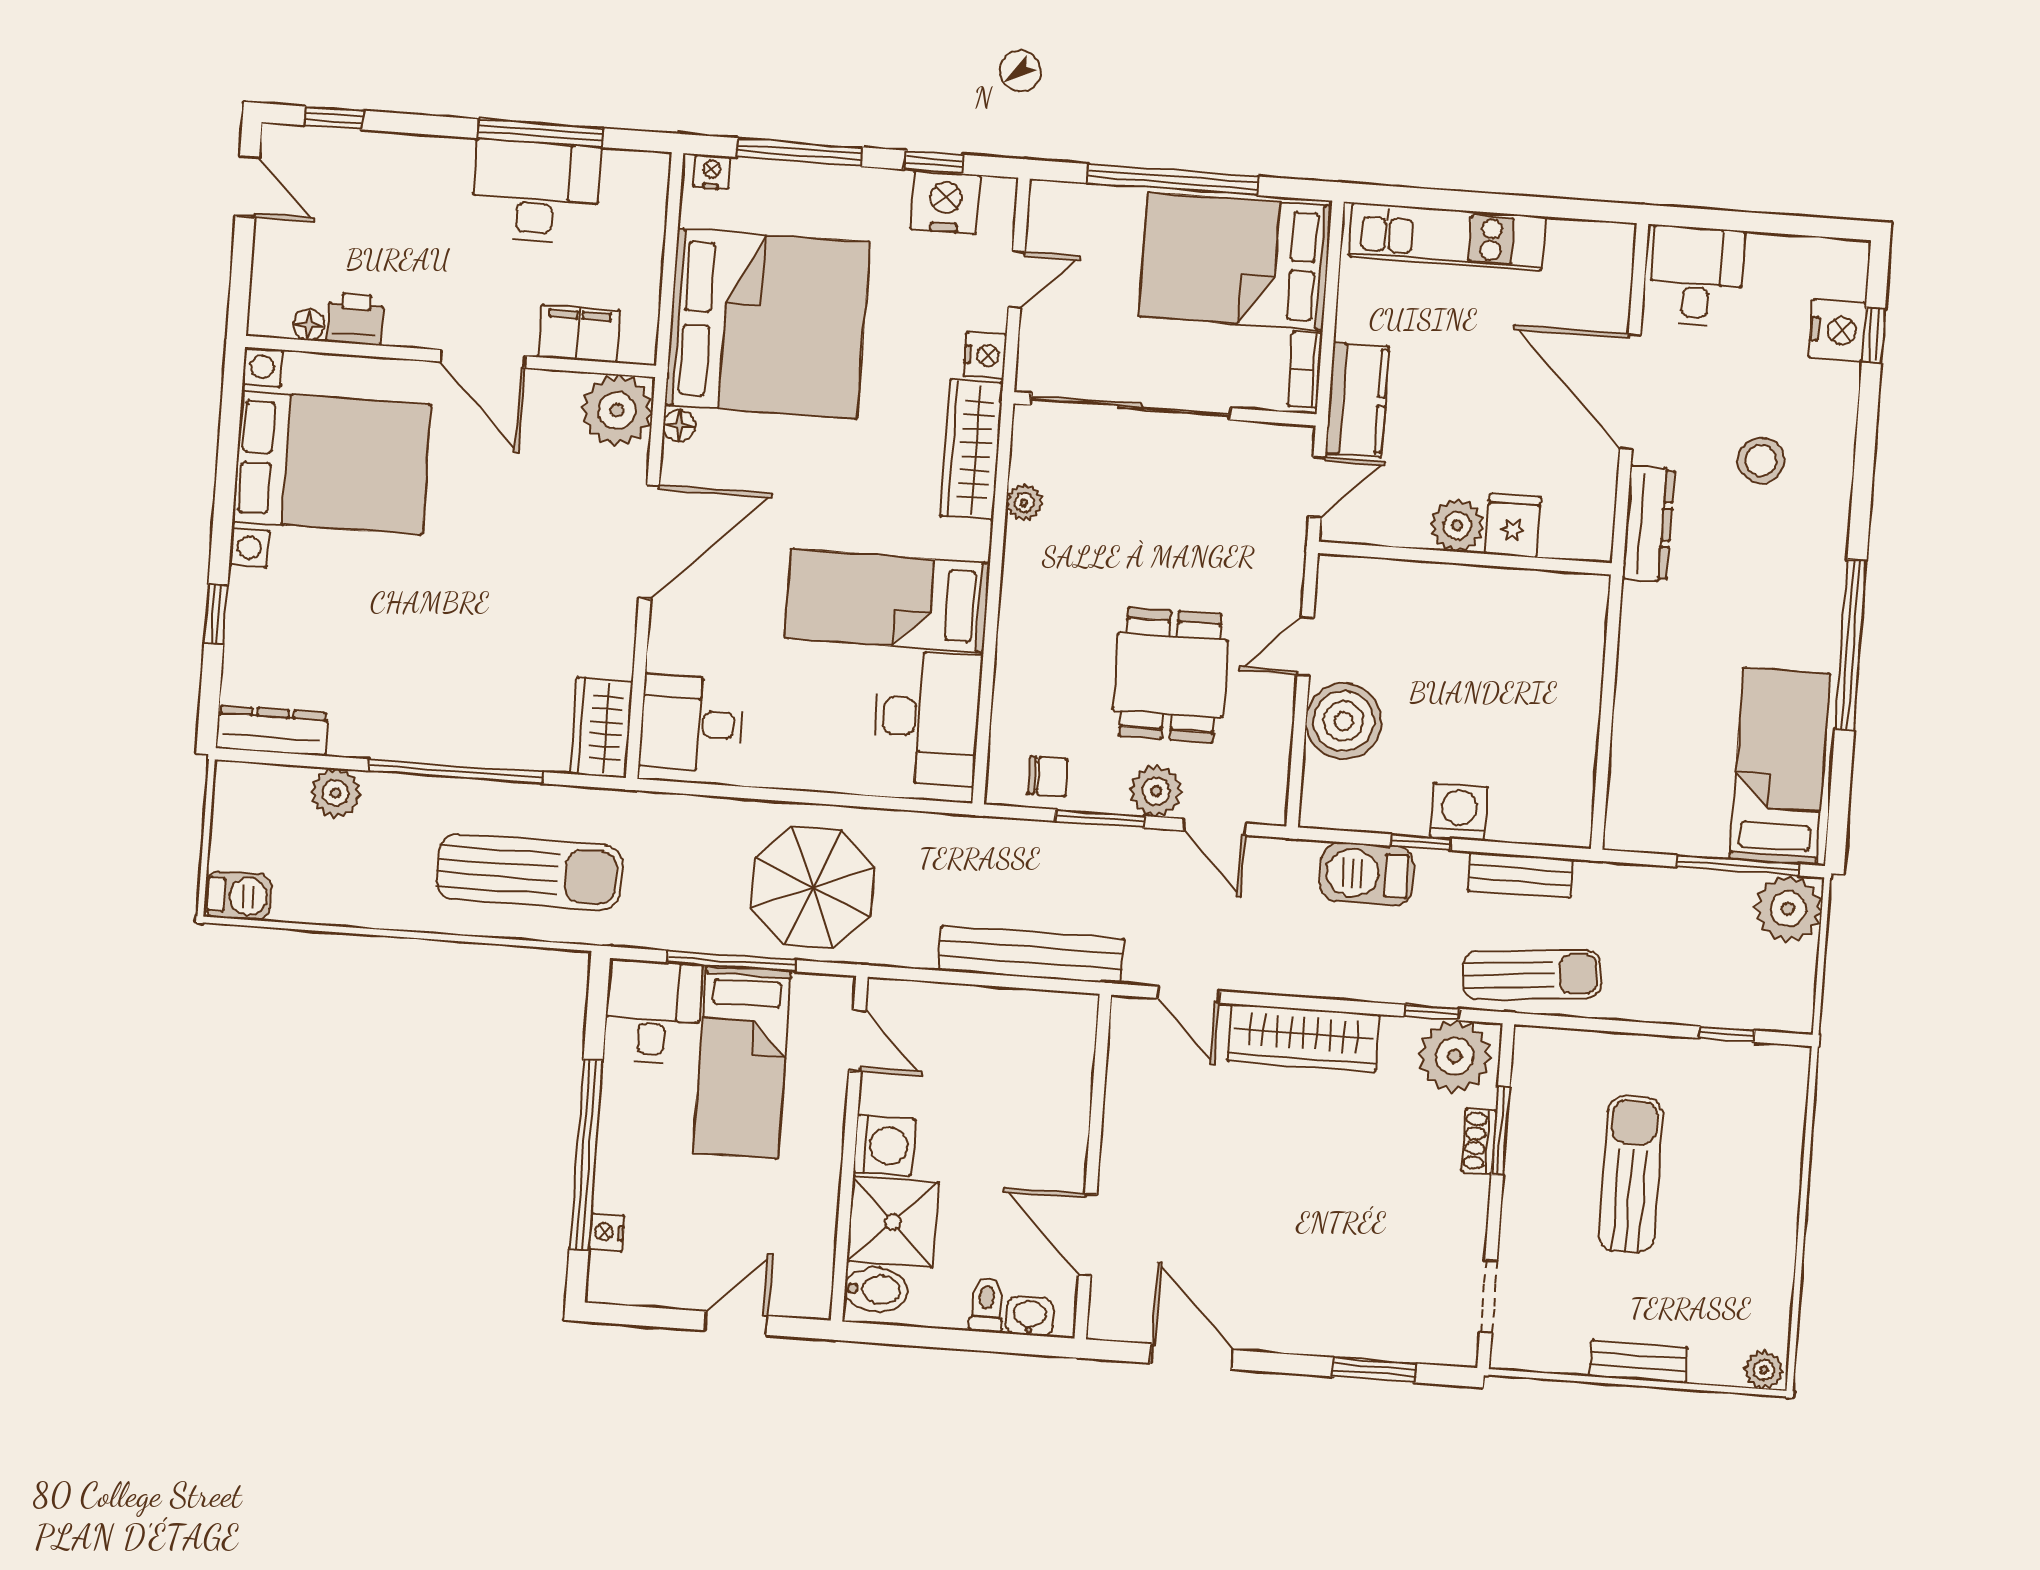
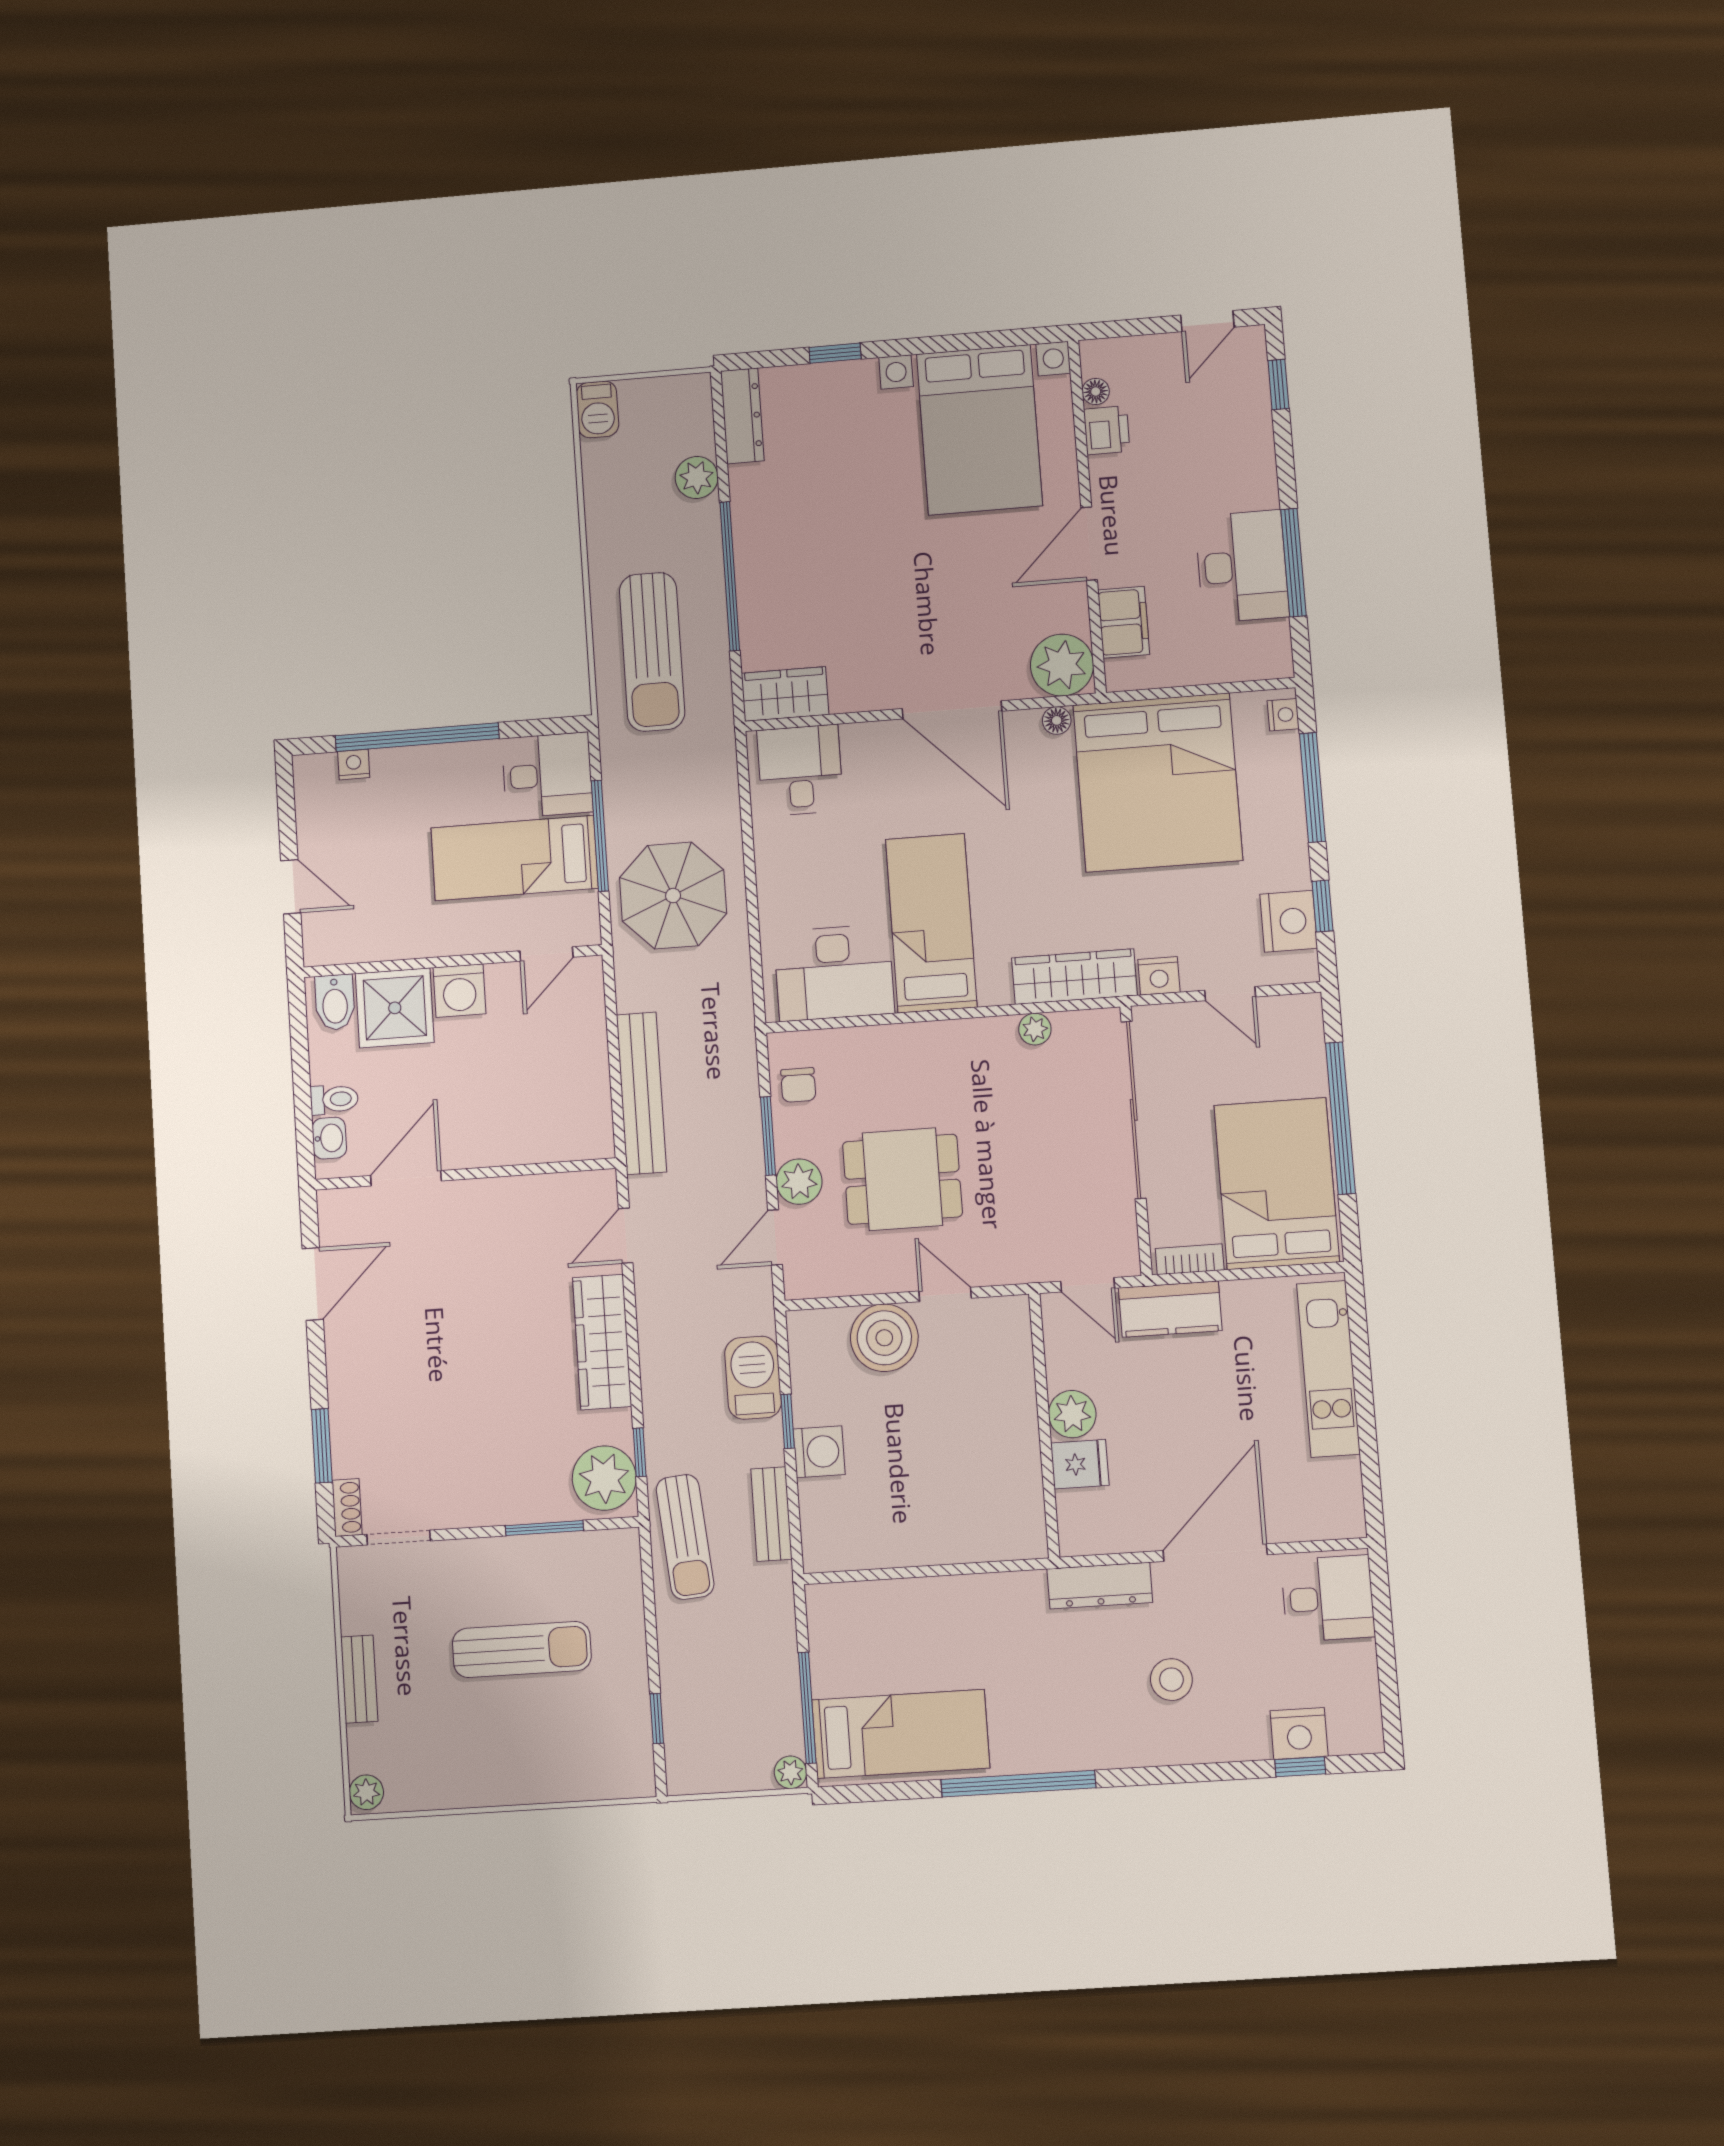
plant: (1788, 909) -> (790, 1772), width x0.53, depth x0.53
shoe rack: (1479, 1141) -> (347, 1508), moved, turned 90

